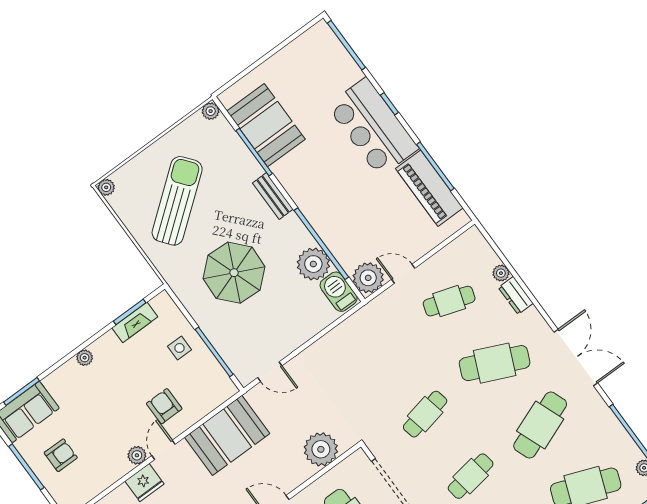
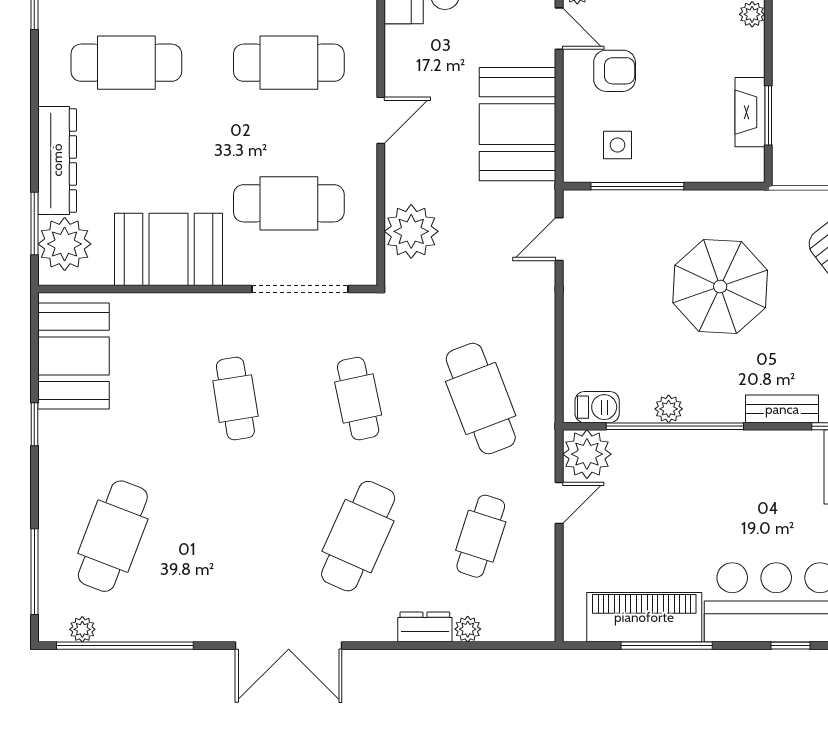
plant: (313, 264) -> (669, 409), width x0.53, depth x0.53
barbecue: (339, 292) -> (597, 407), width x0.73, depth x0.79
side table: (179, 348) -> (618, 145), moved
cafe table: (540, 425) -> (481, 399), moved

